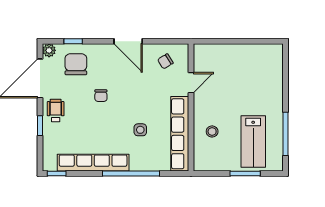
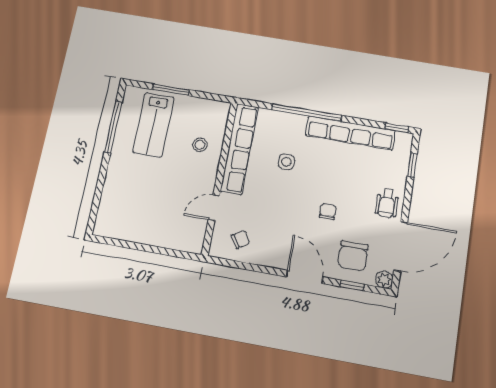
door: (128, 41) -> (305, 277), moved
window: (40, 126) -> (412, 165), moved
lab bench: (253, 141) -> (153, 125), turned 180

